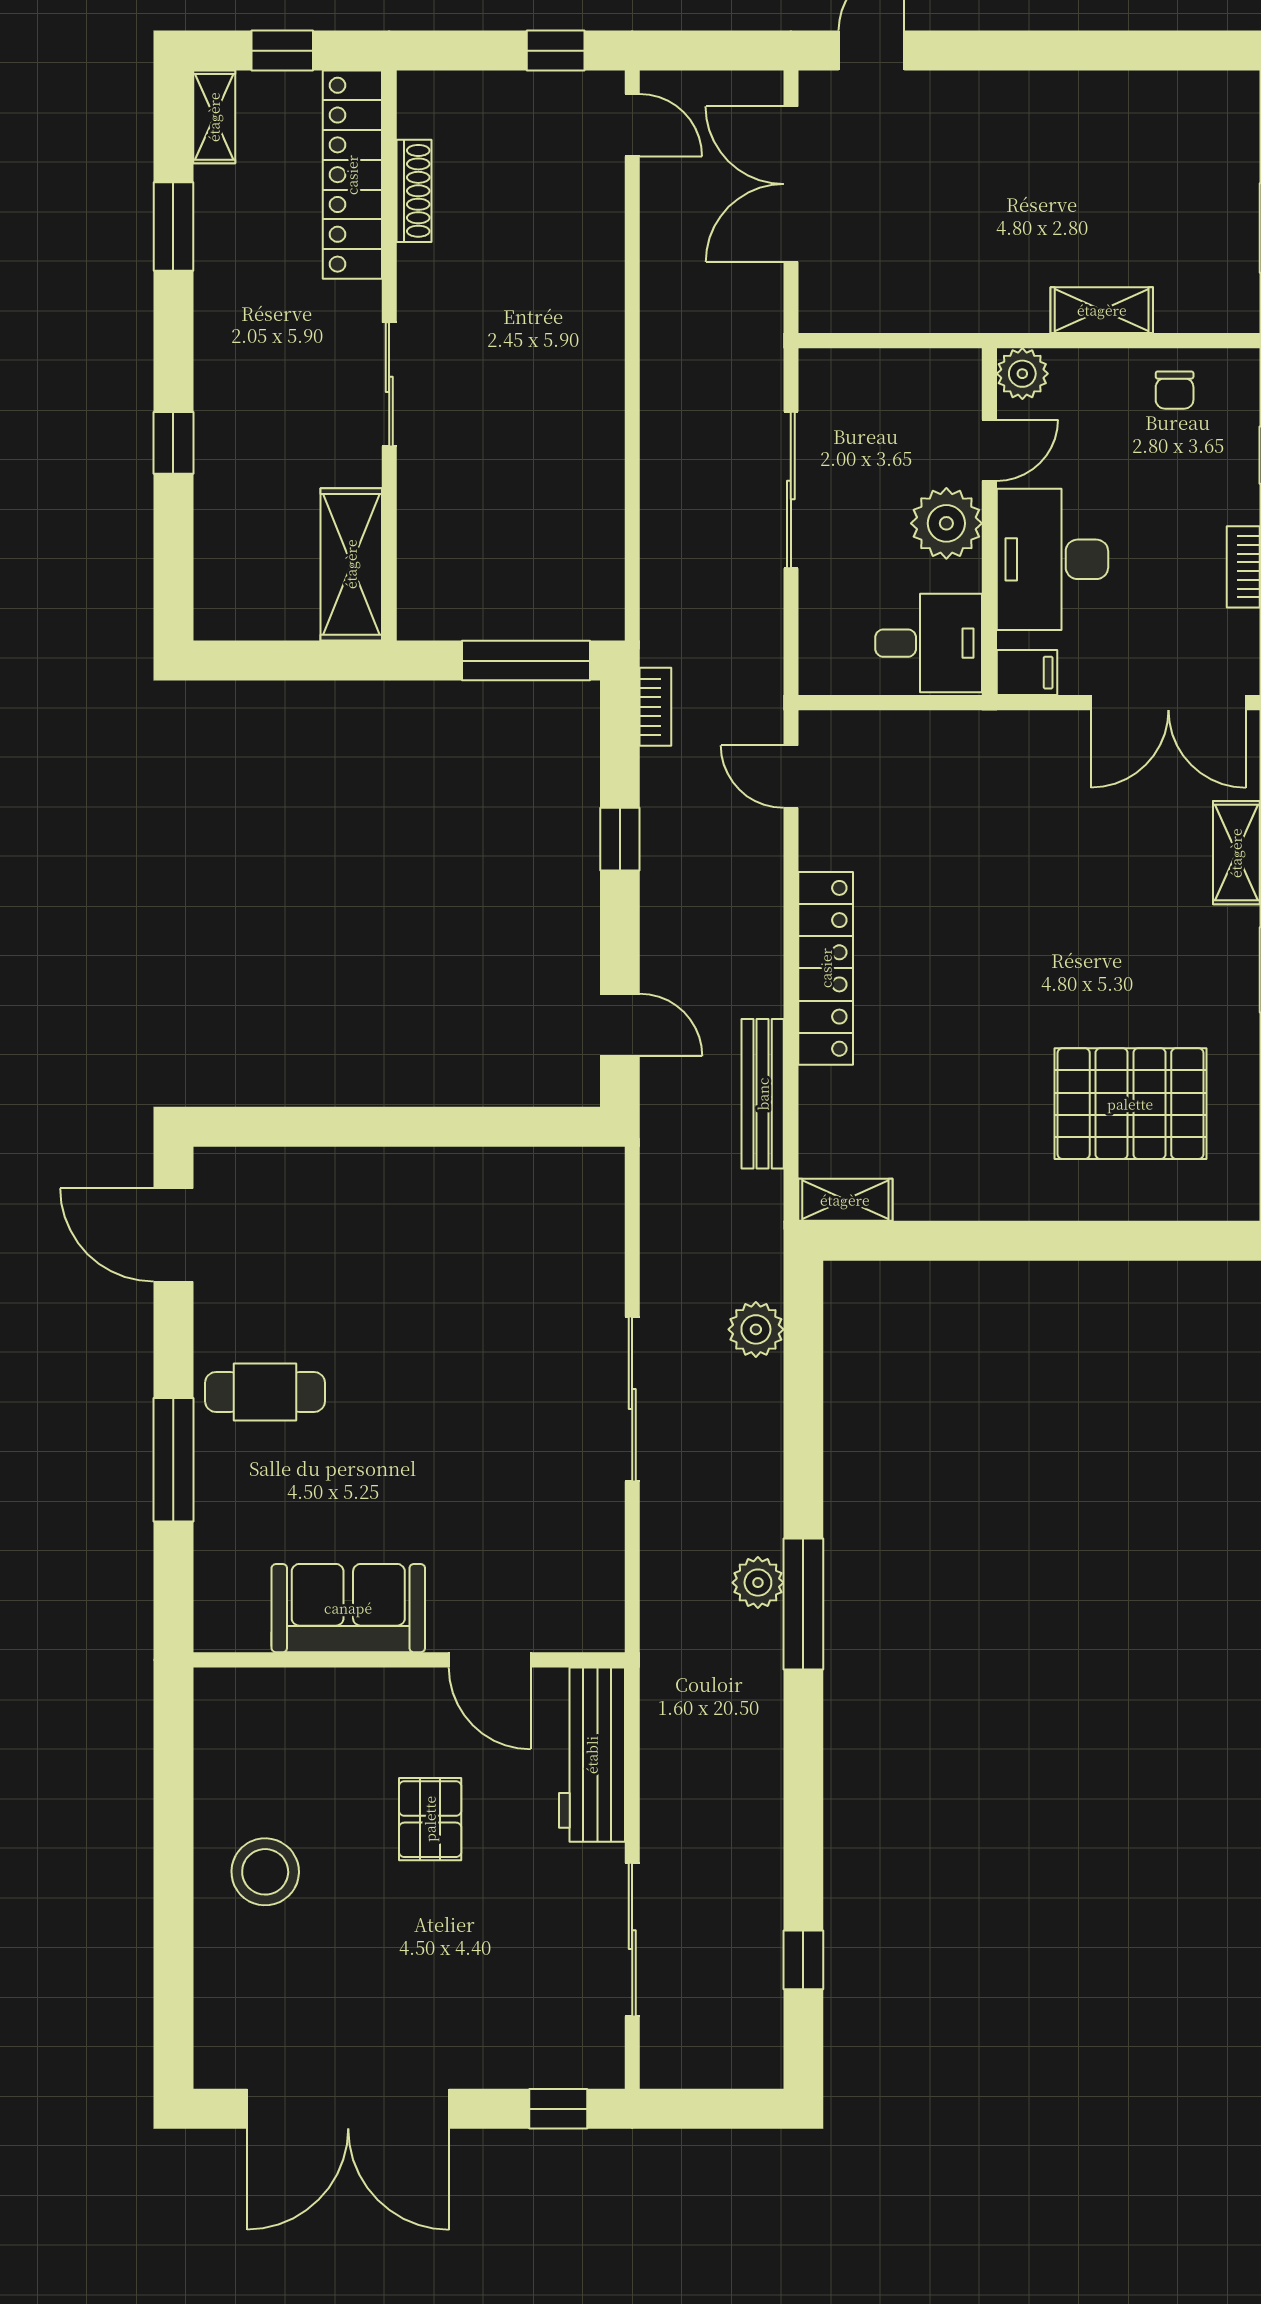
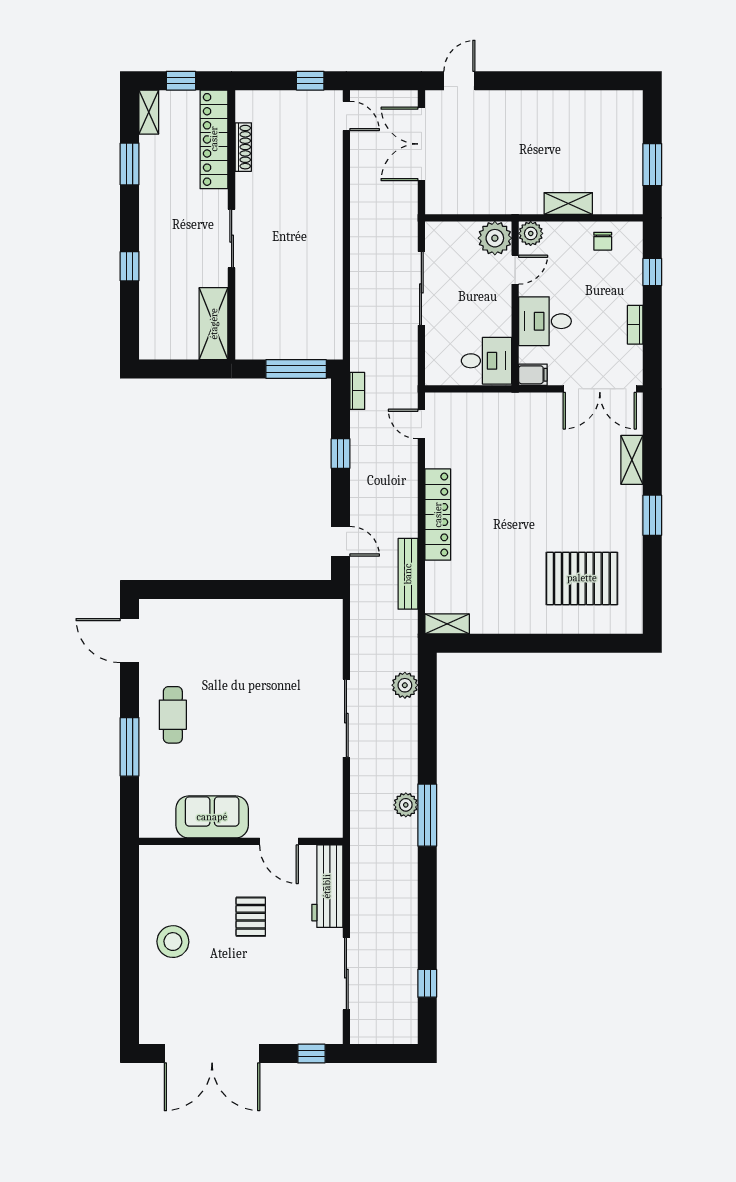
plant: (946, 523) -> (495, 238), moved
desk: (1052, 559) -> (545, 321), width x0.73
cafe table: (265, 1392) -> (173, 715), turned 90

